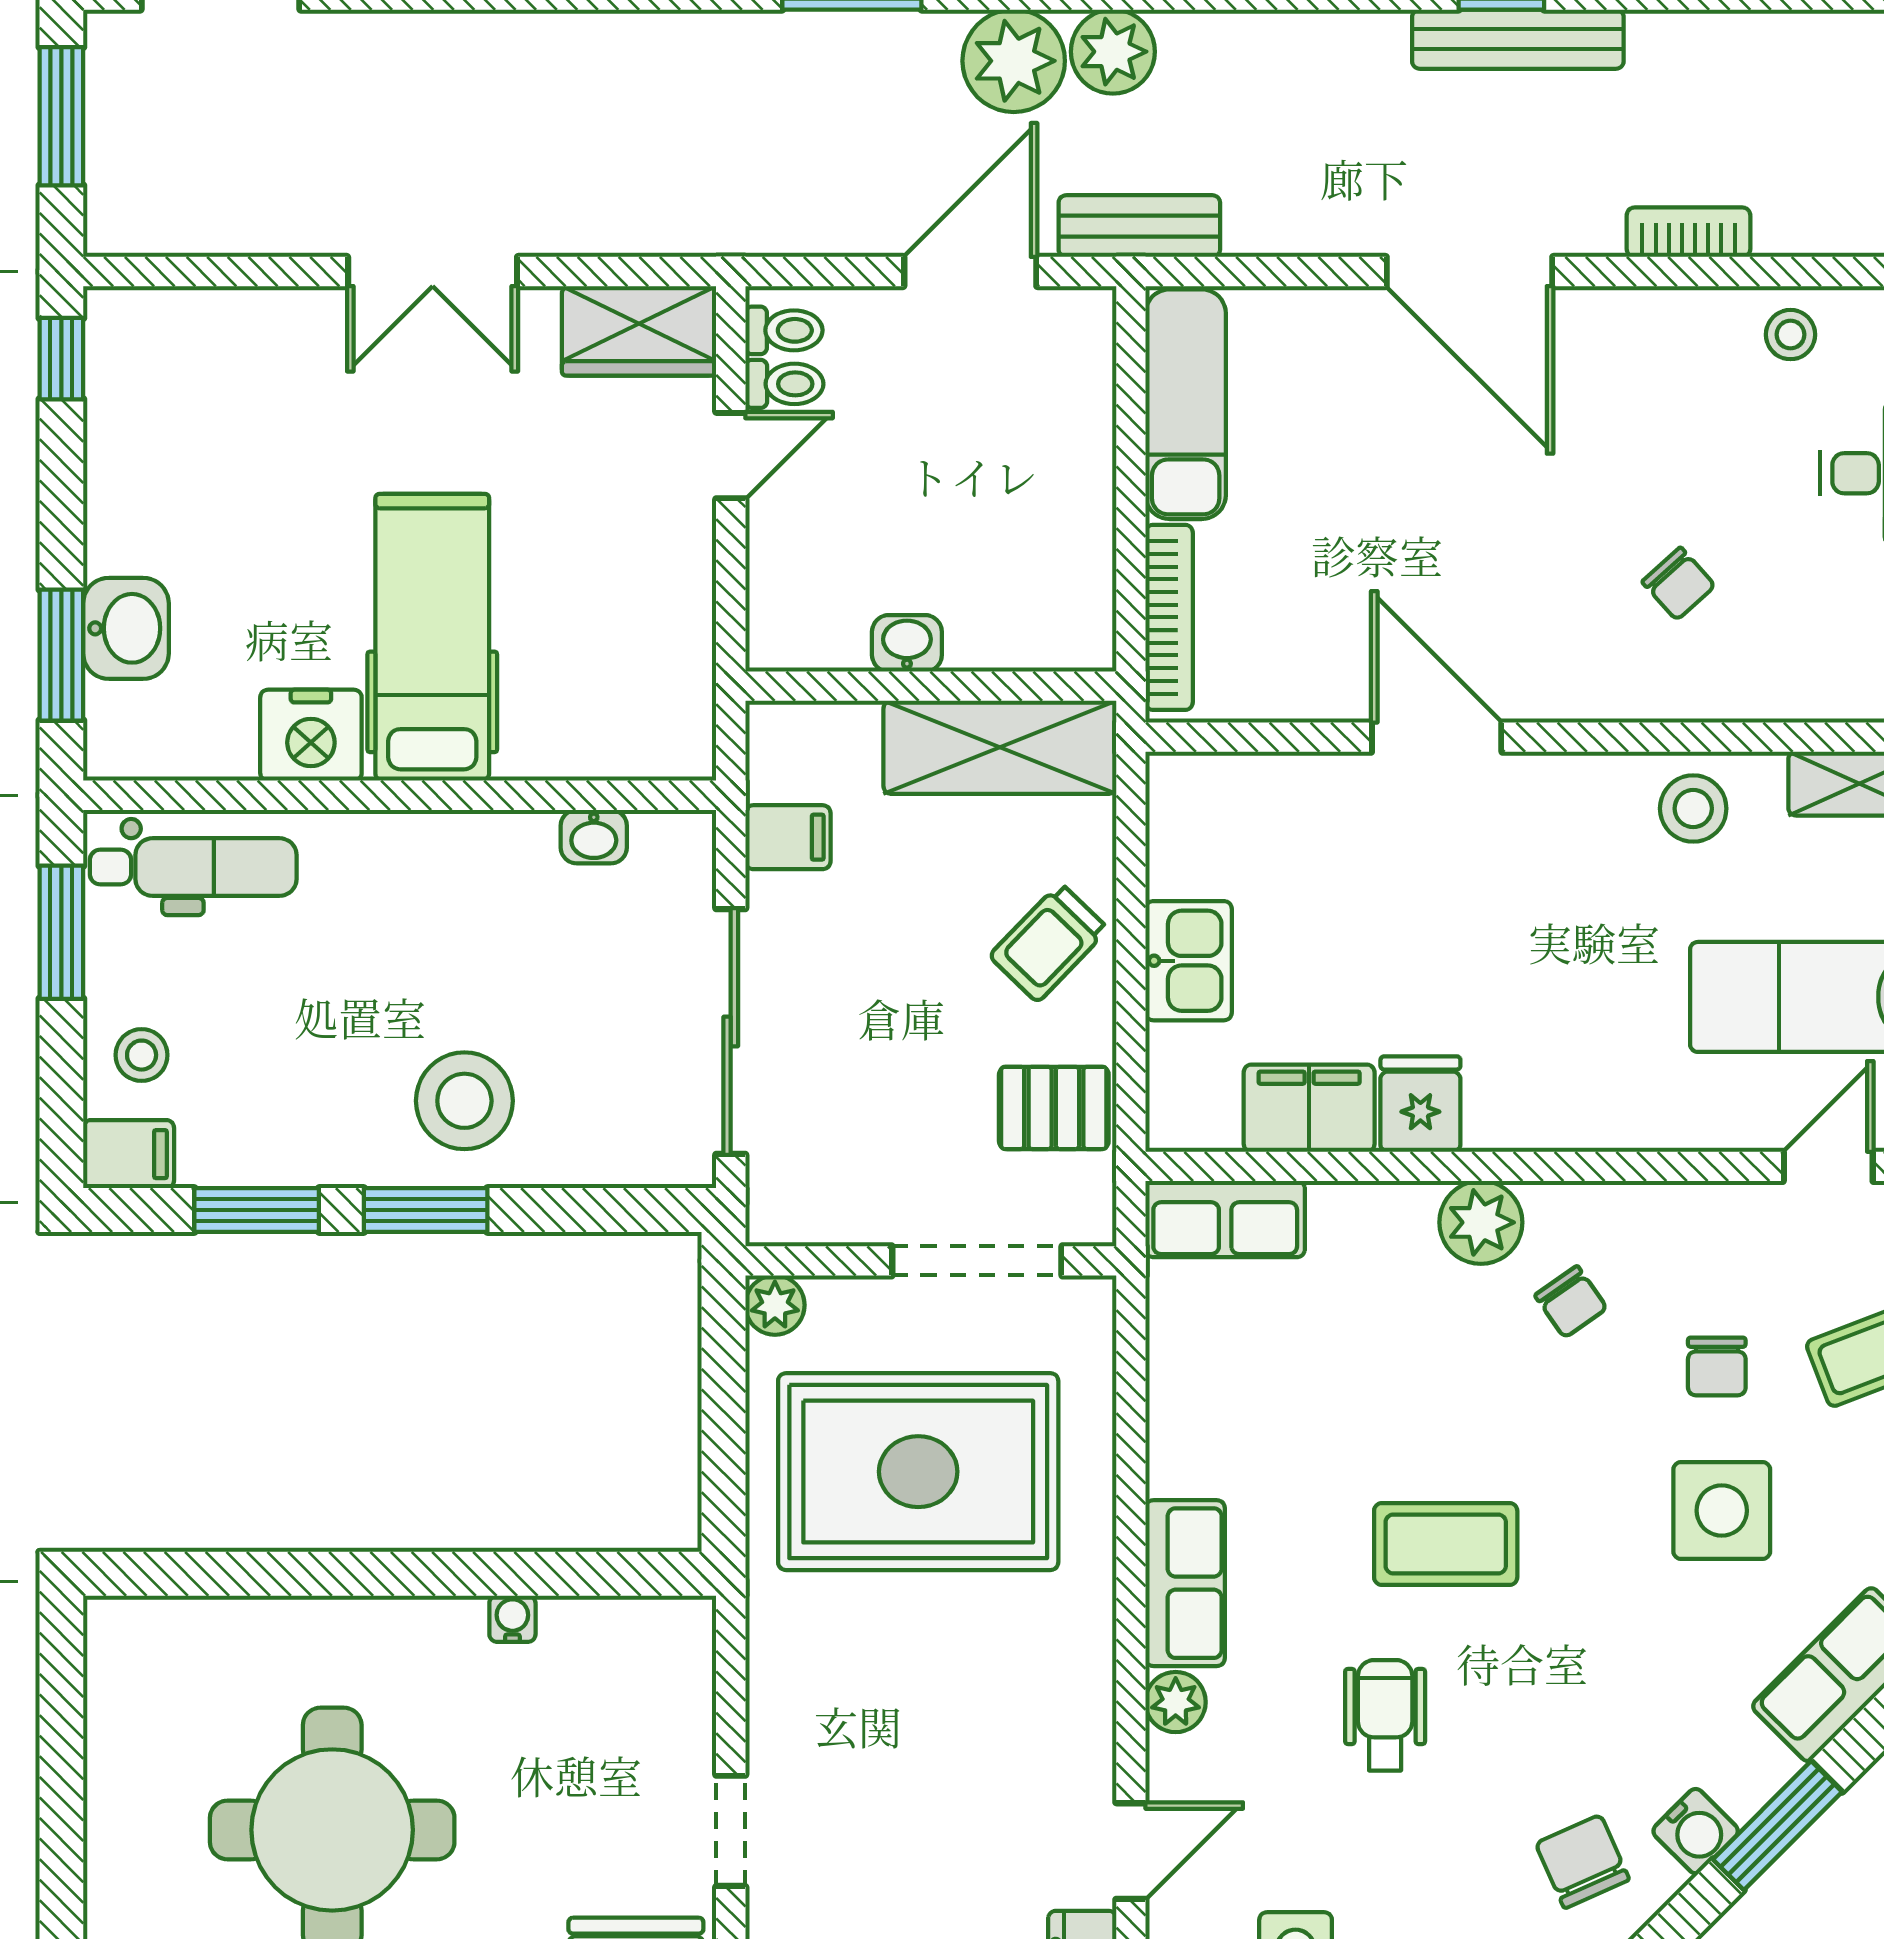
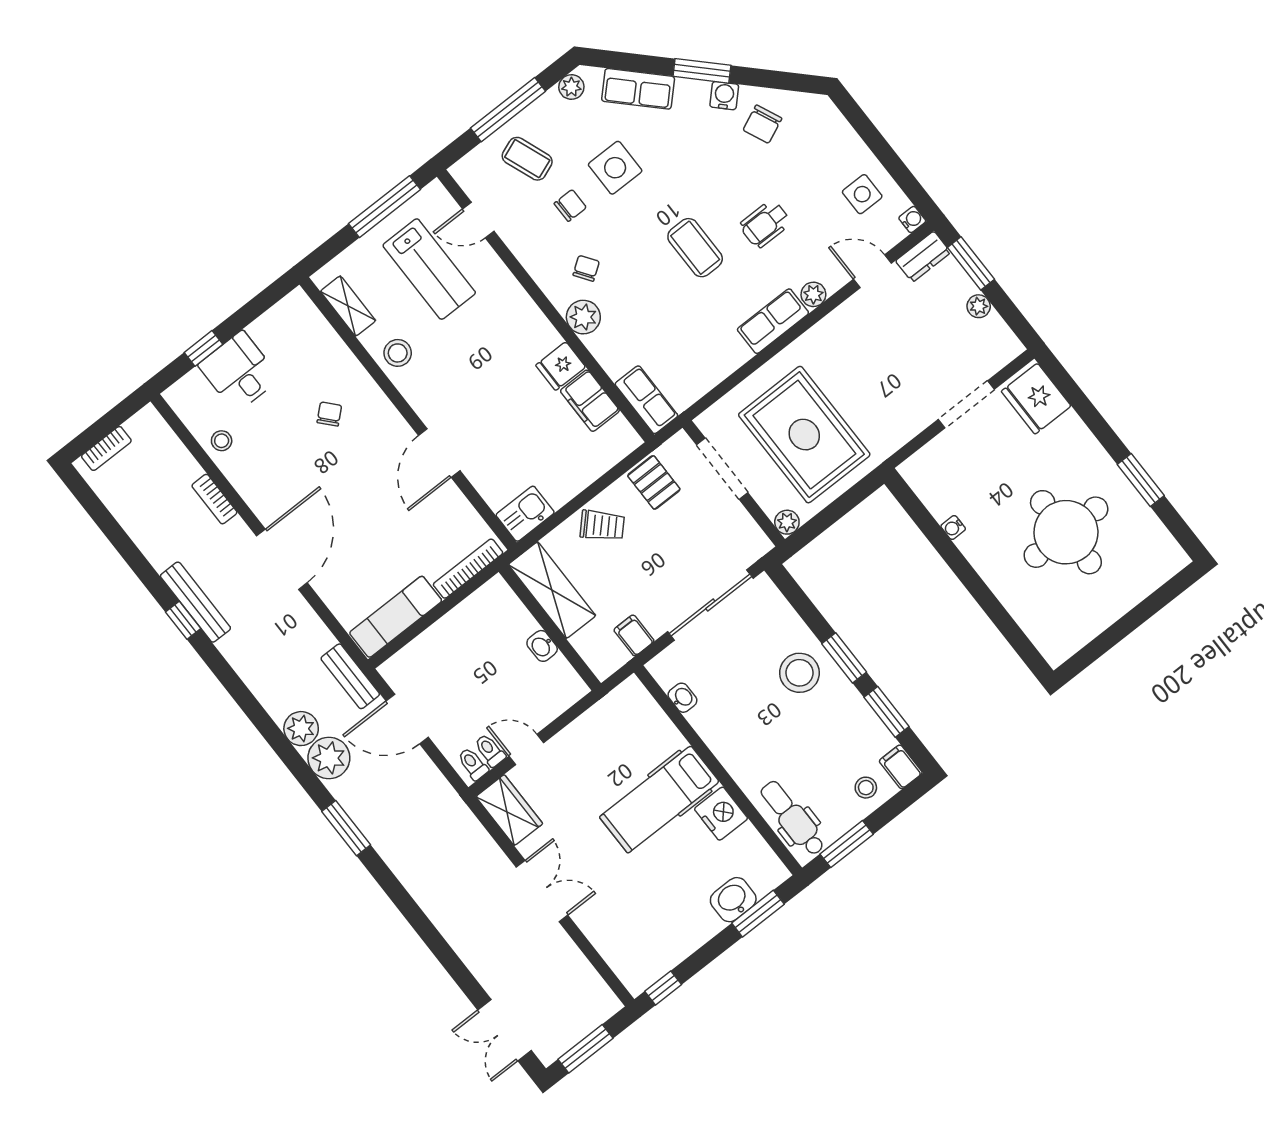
kitchen sink: (1189, 961) -> (525, 514), moved
doorway: (731, 1831) -> (966, 404), width x1.38

